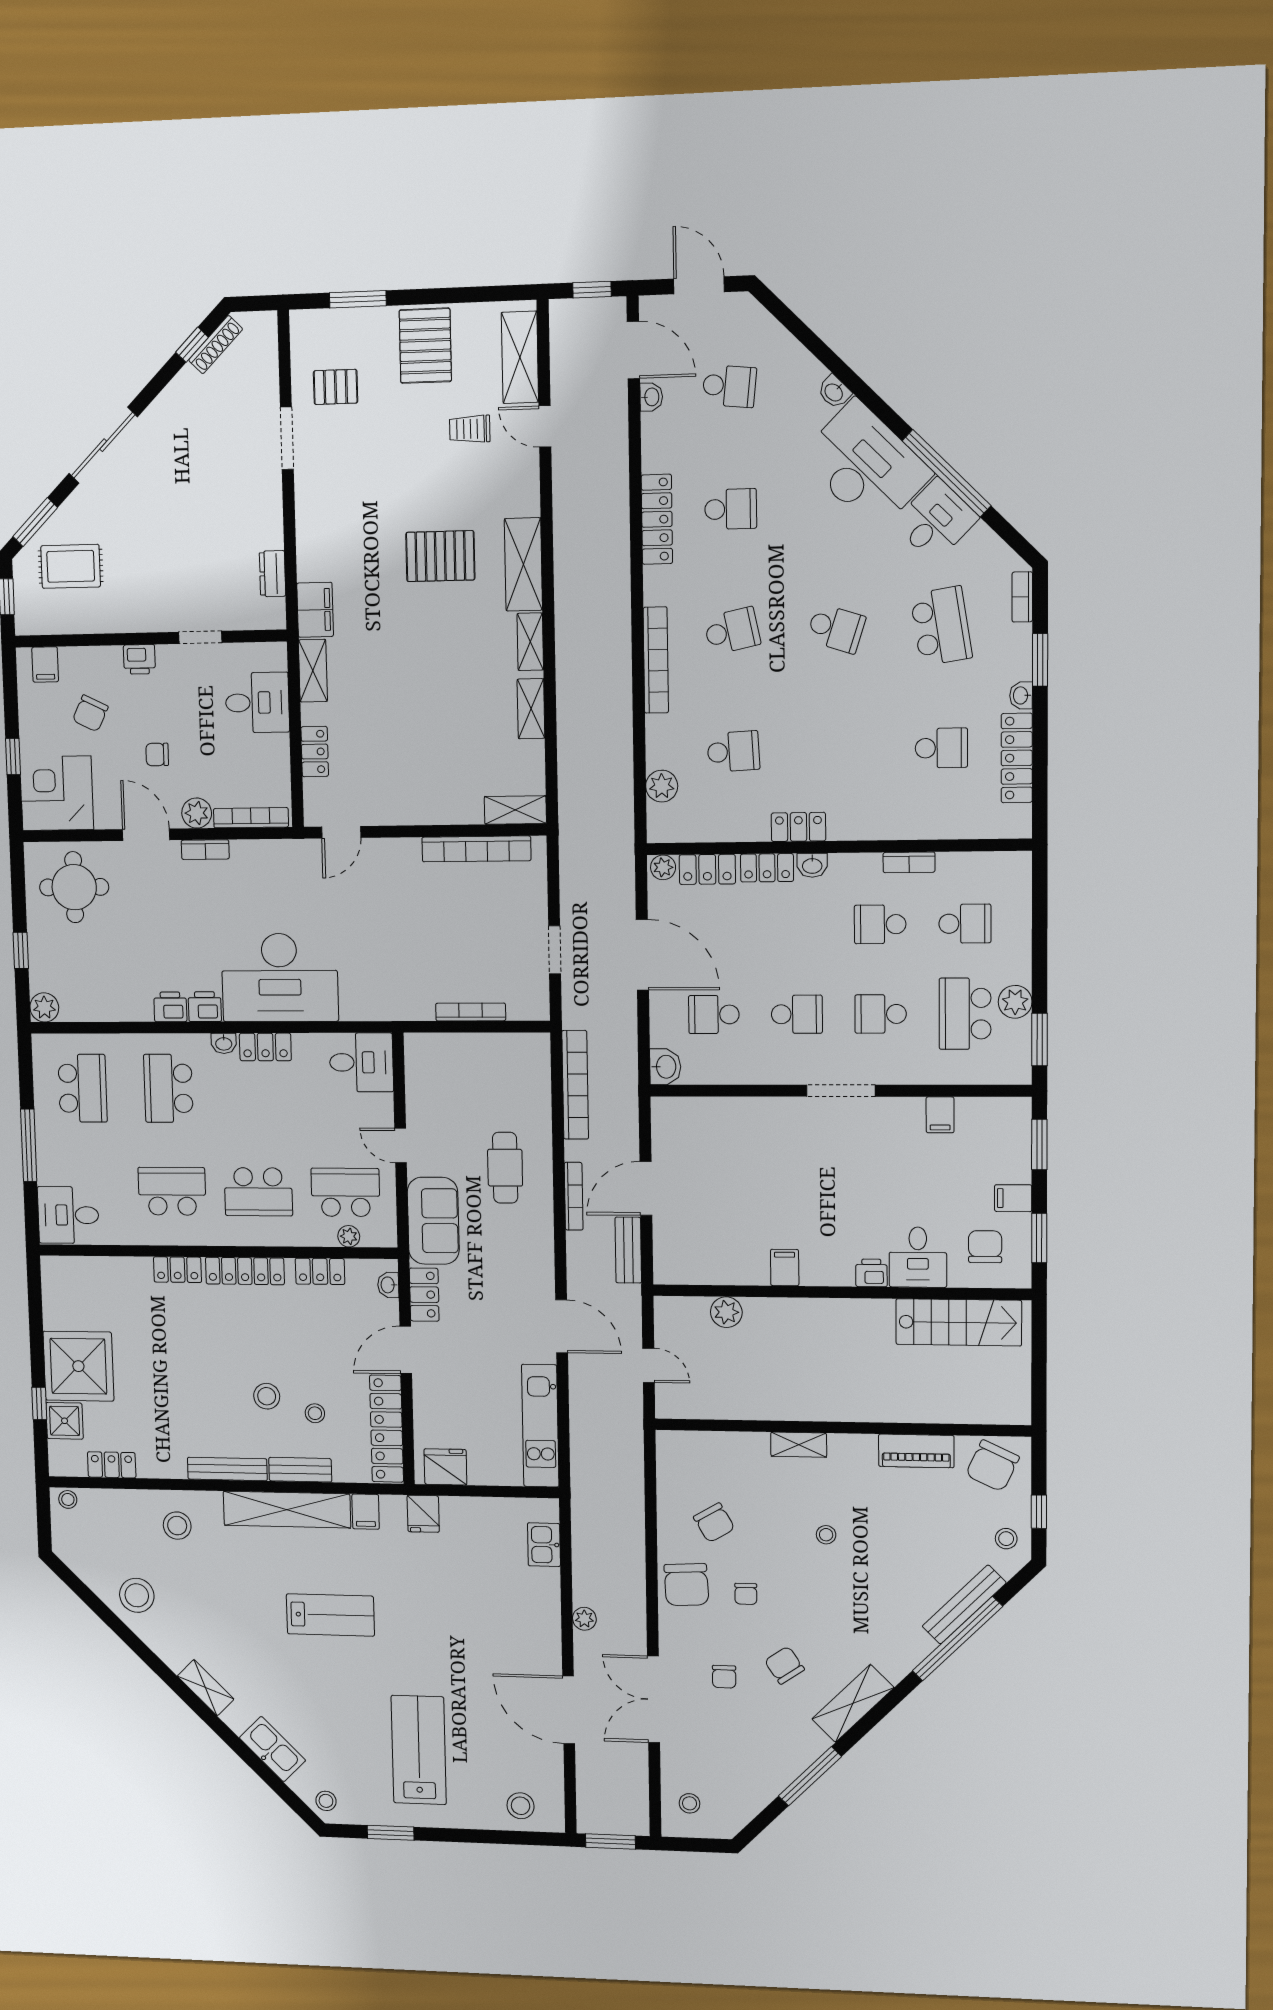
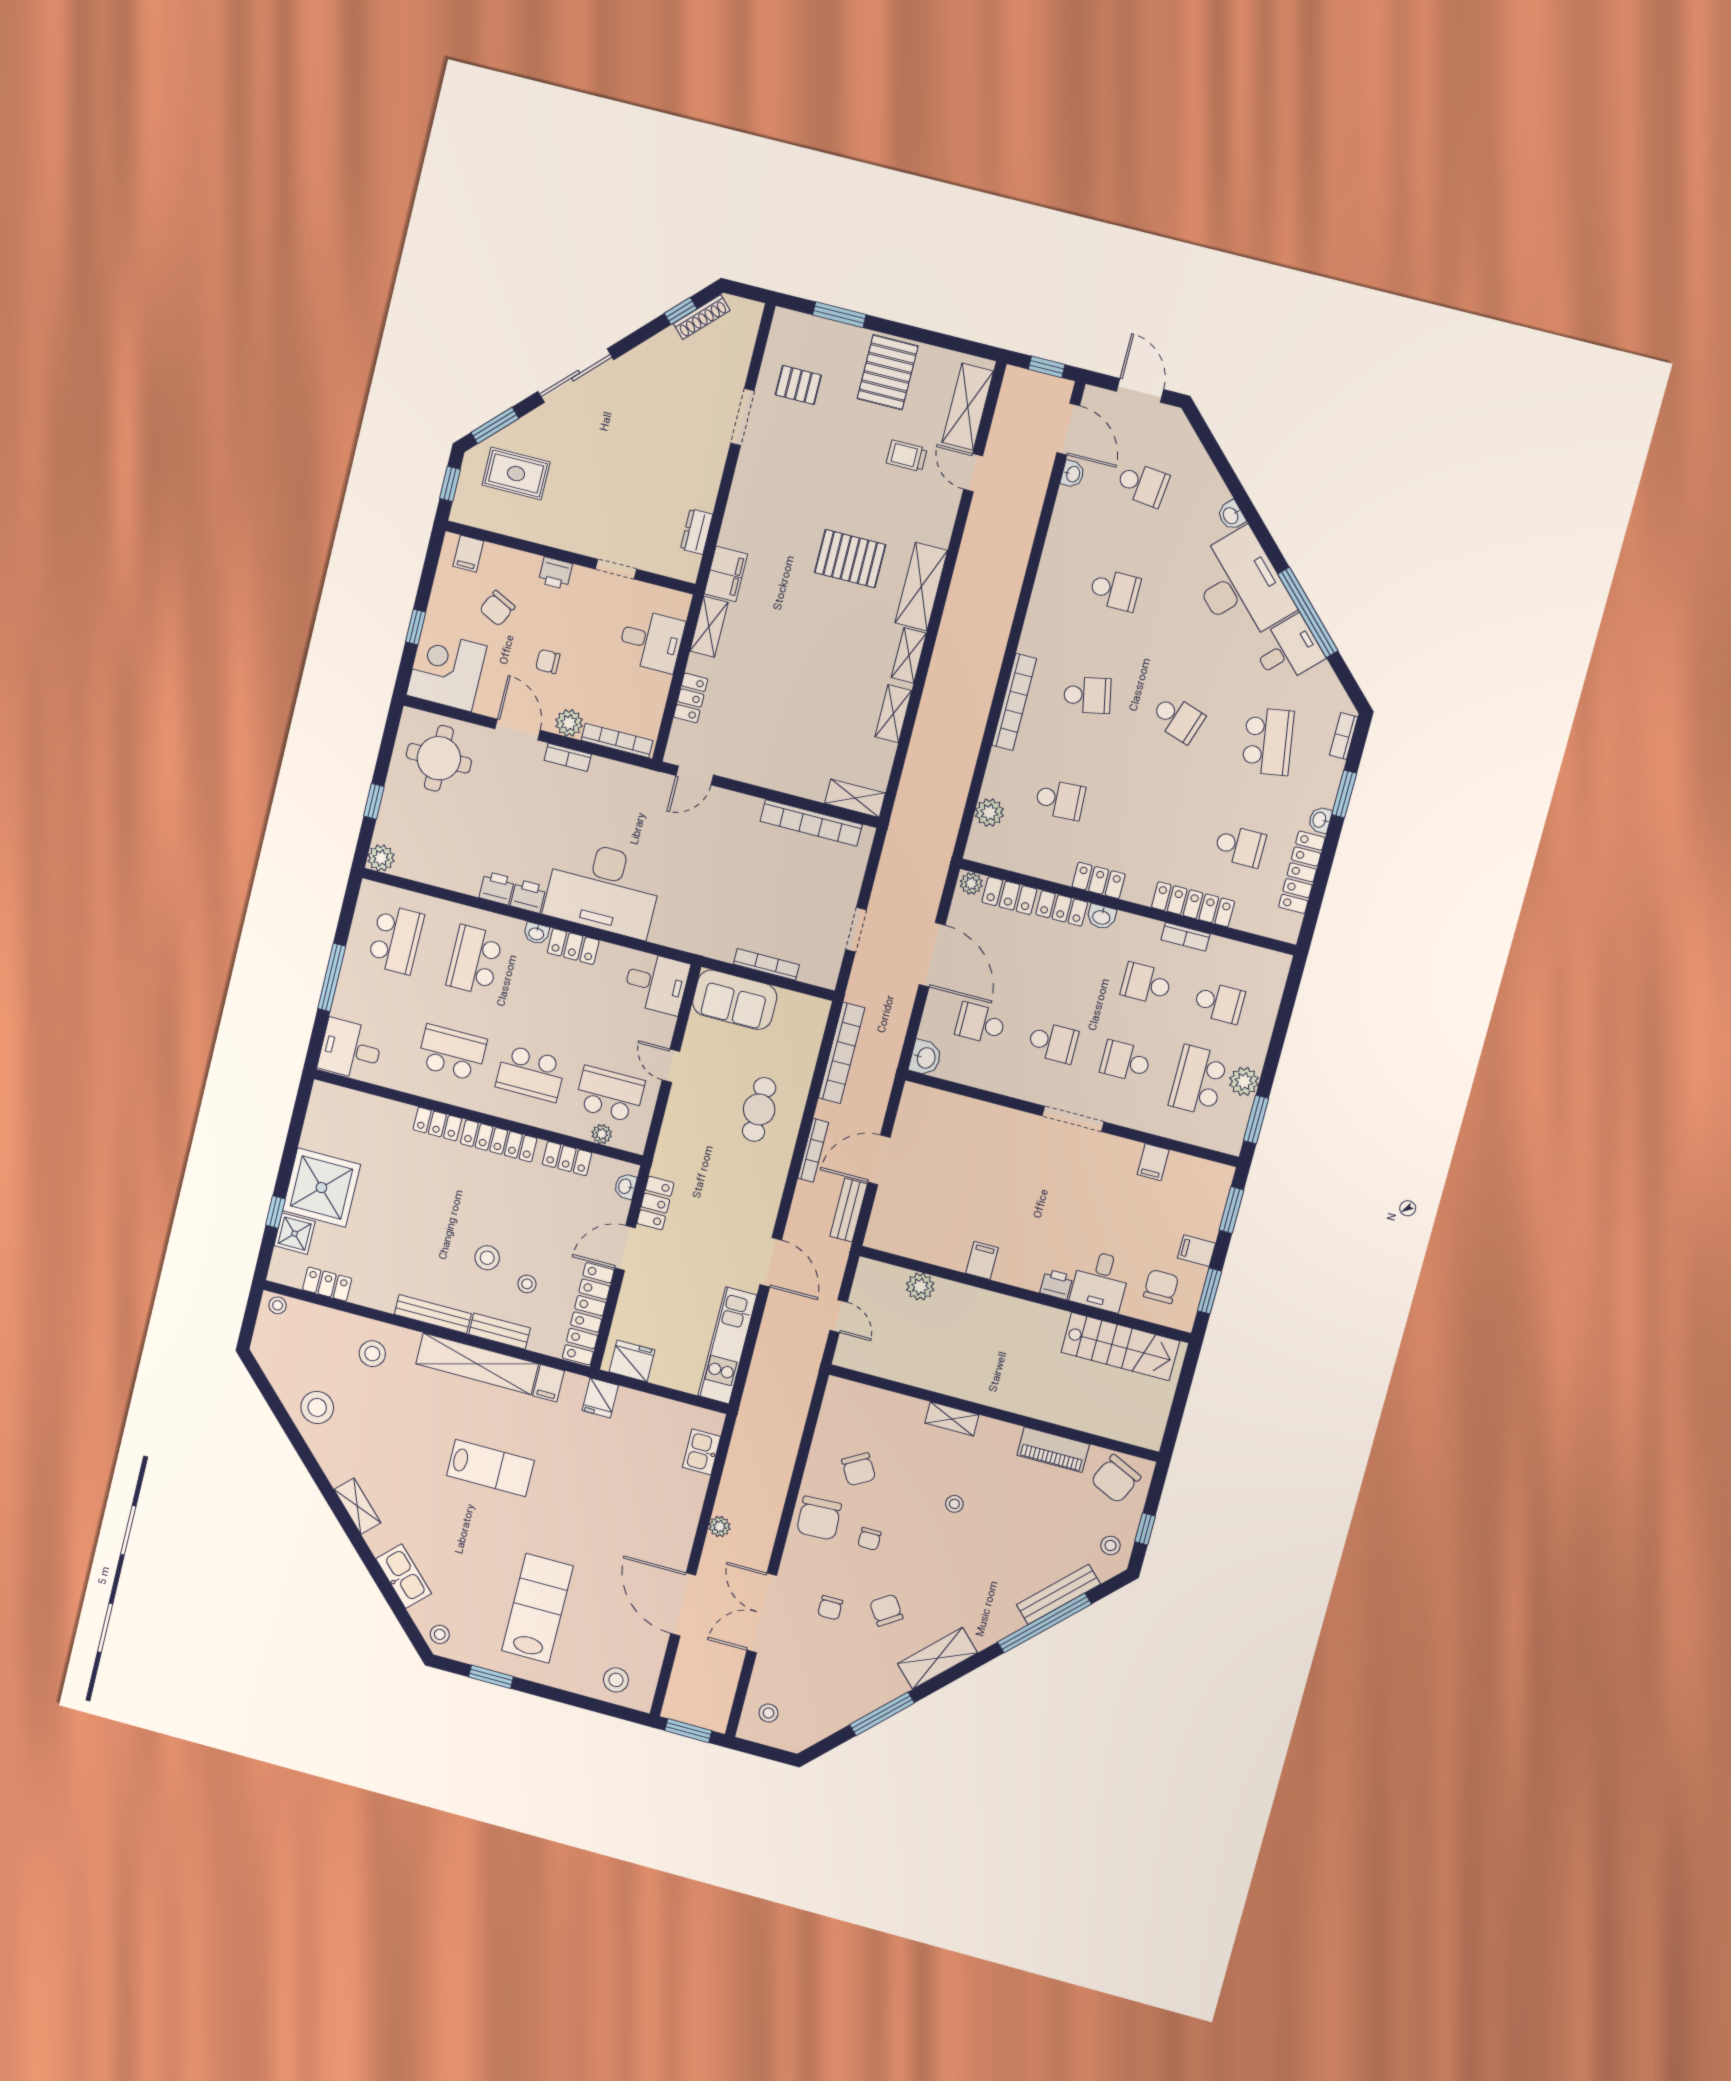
locker: (657, 519) -> (1193, 904), moved, turned -90
sofa: (433, 1221) -> (735, 1000), moved, turned 90

